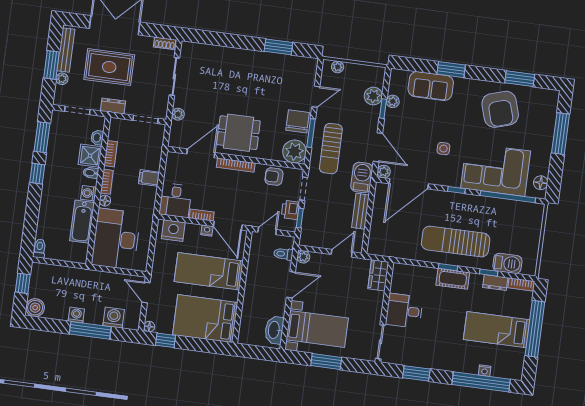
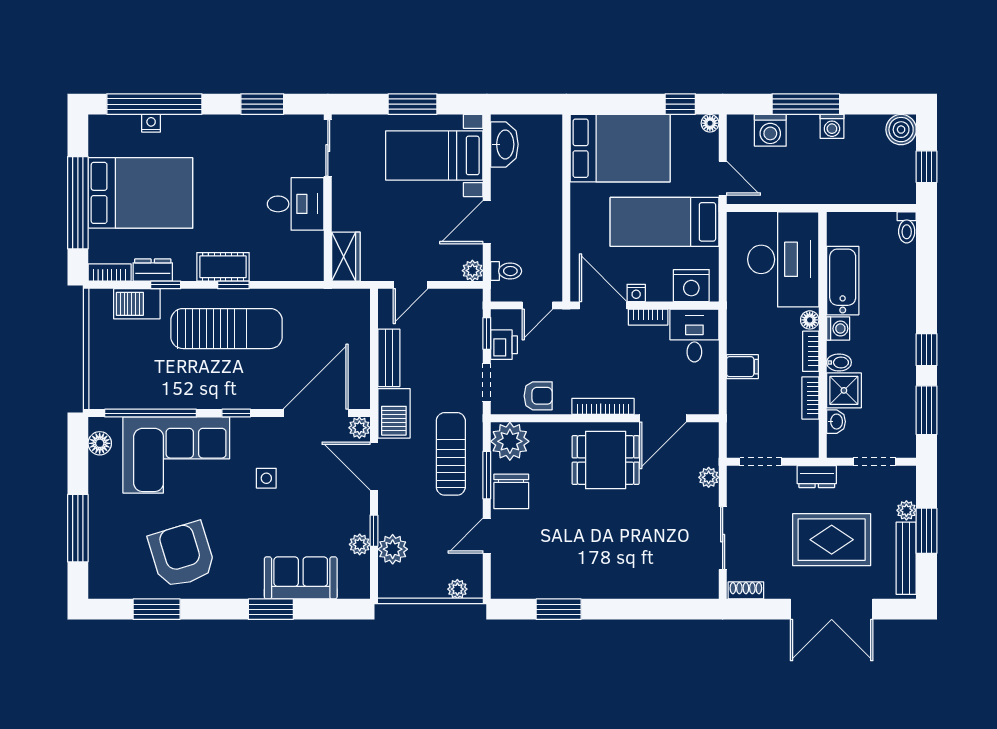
bed: (209, 271) -> (665, 222), moved, turned 180
bed: (497, 330) -> (140, 193), width x1.50

